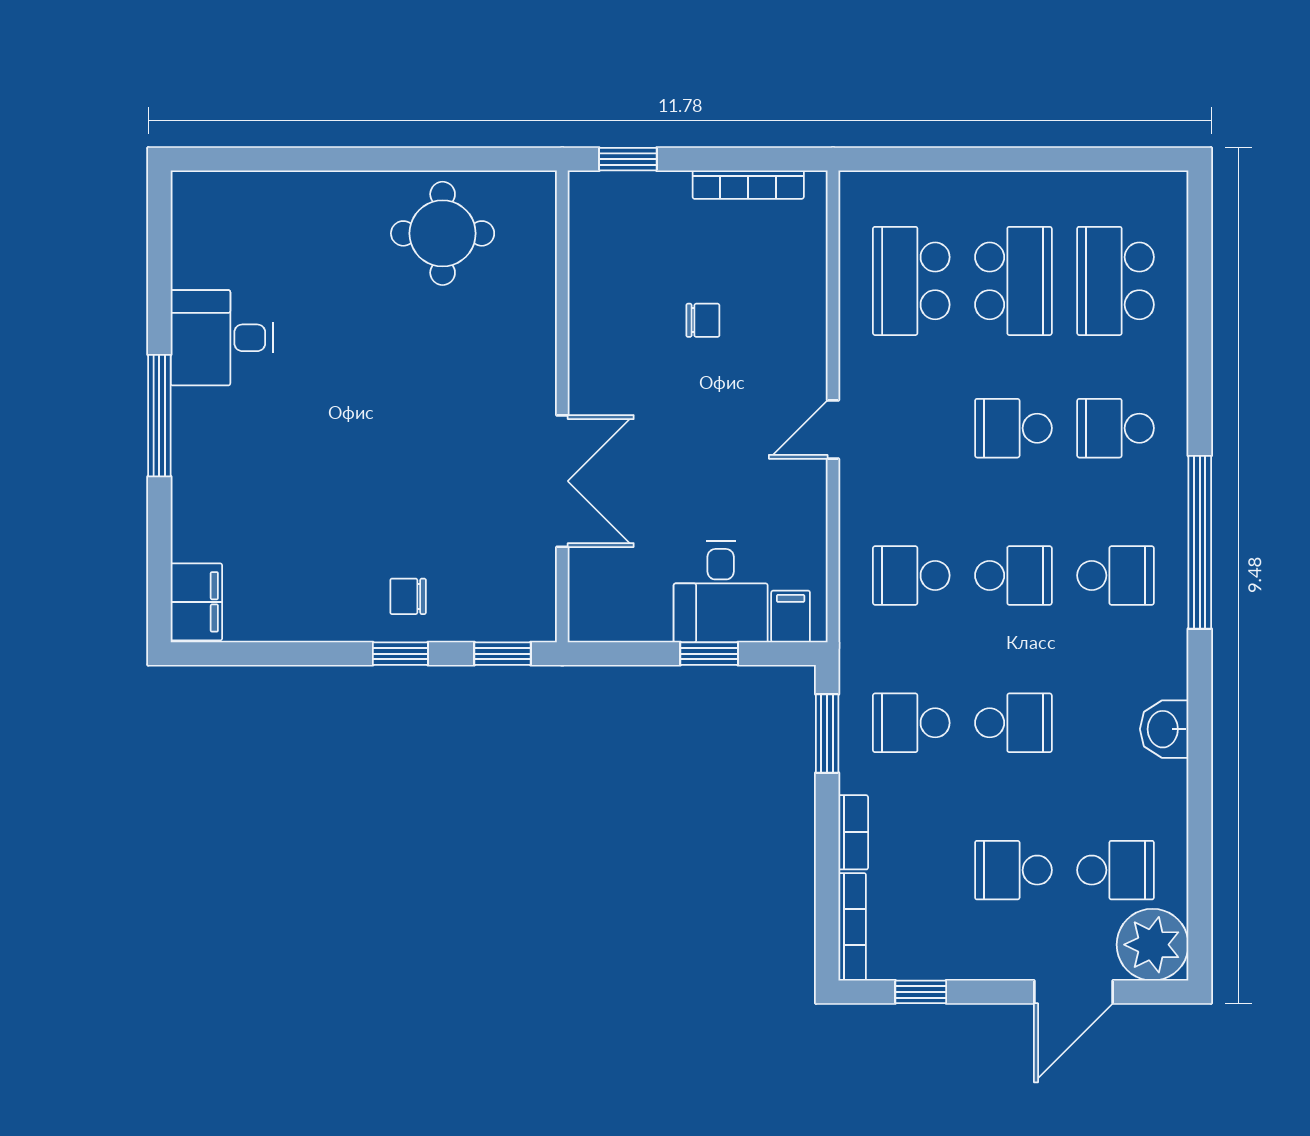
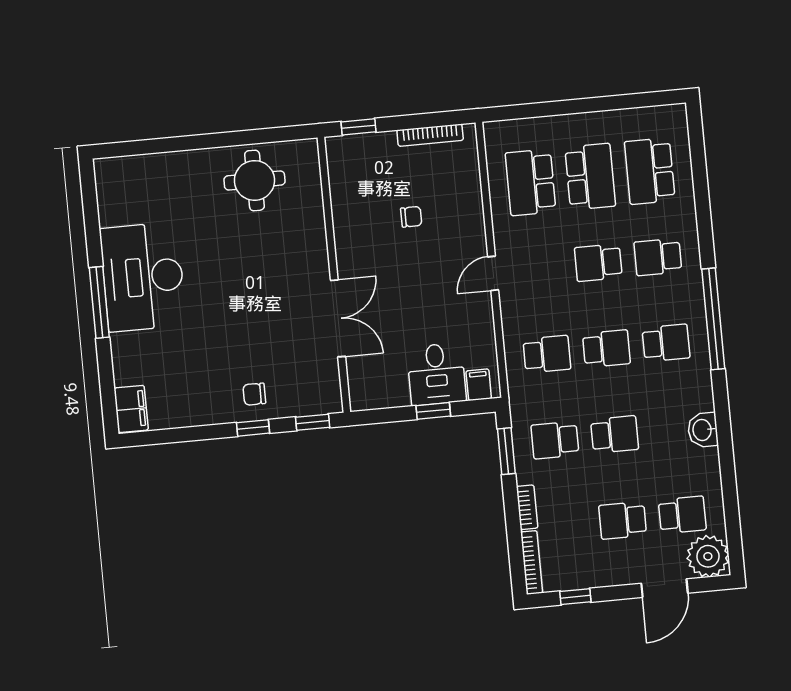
desk: (222, 338) -> (143, 277), width x1.87, depth x1.30
school desk: (911, 575) -> (547, 354), turned 180

